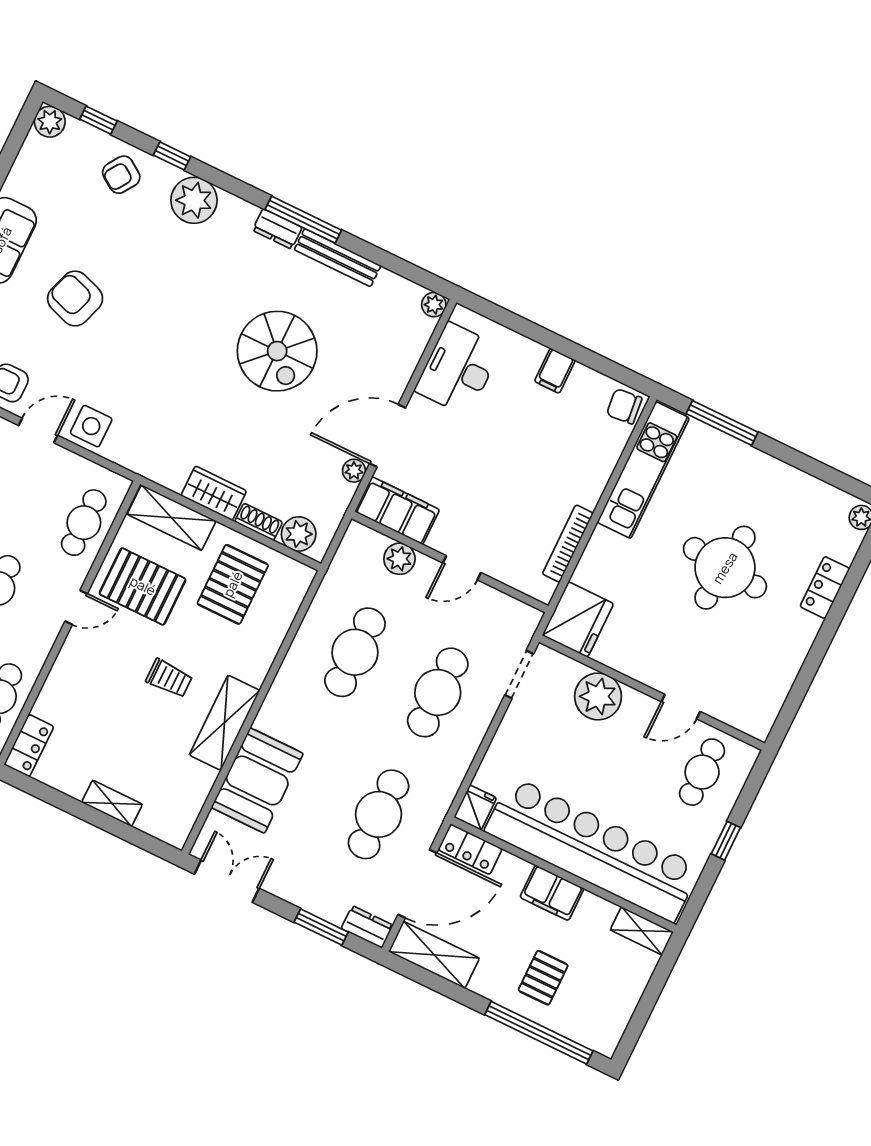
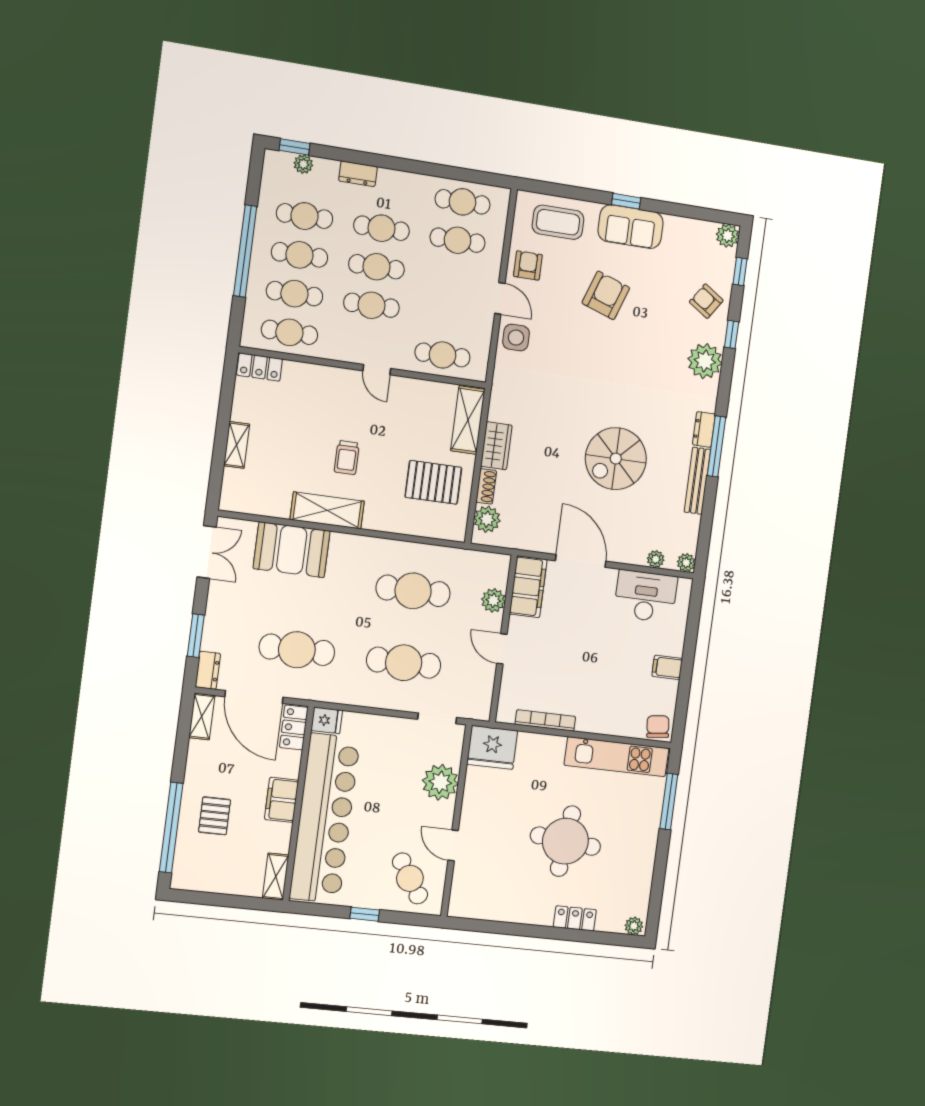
plant: (354, 471) -> (656, 559), moved
pallet: (143, 586) -> (409, 415), removed
cafe table: (702, 772) -> (410, 878), turned 57
shelving: (434, 955) -> (202, 716), width x0.67, depth x0.75
pallet: (543, 978) -> (215, 816), turned 90

